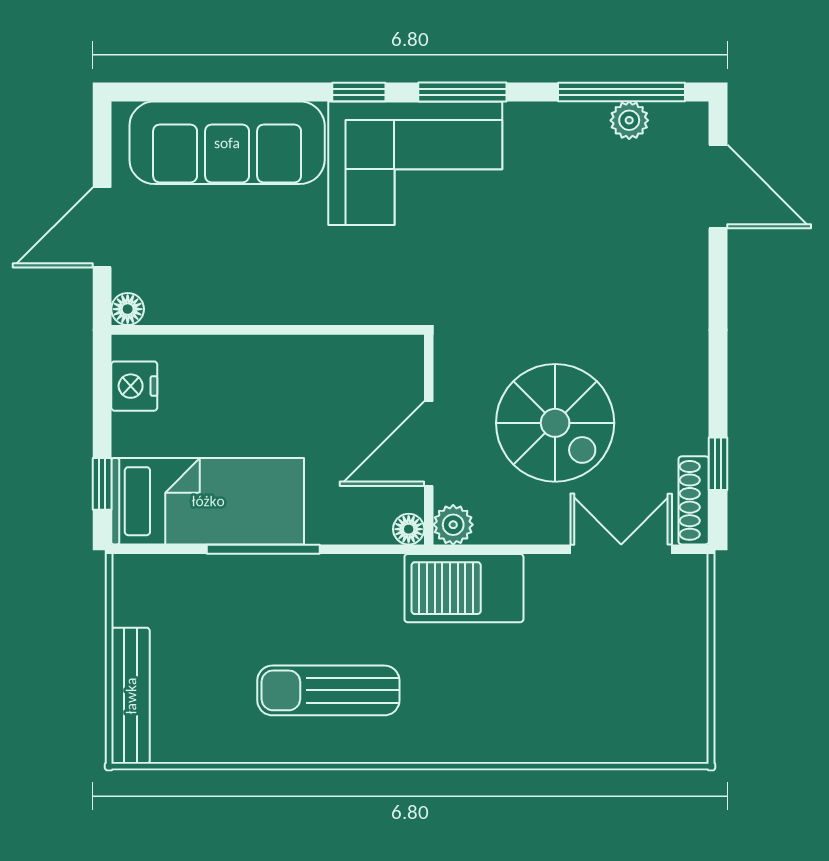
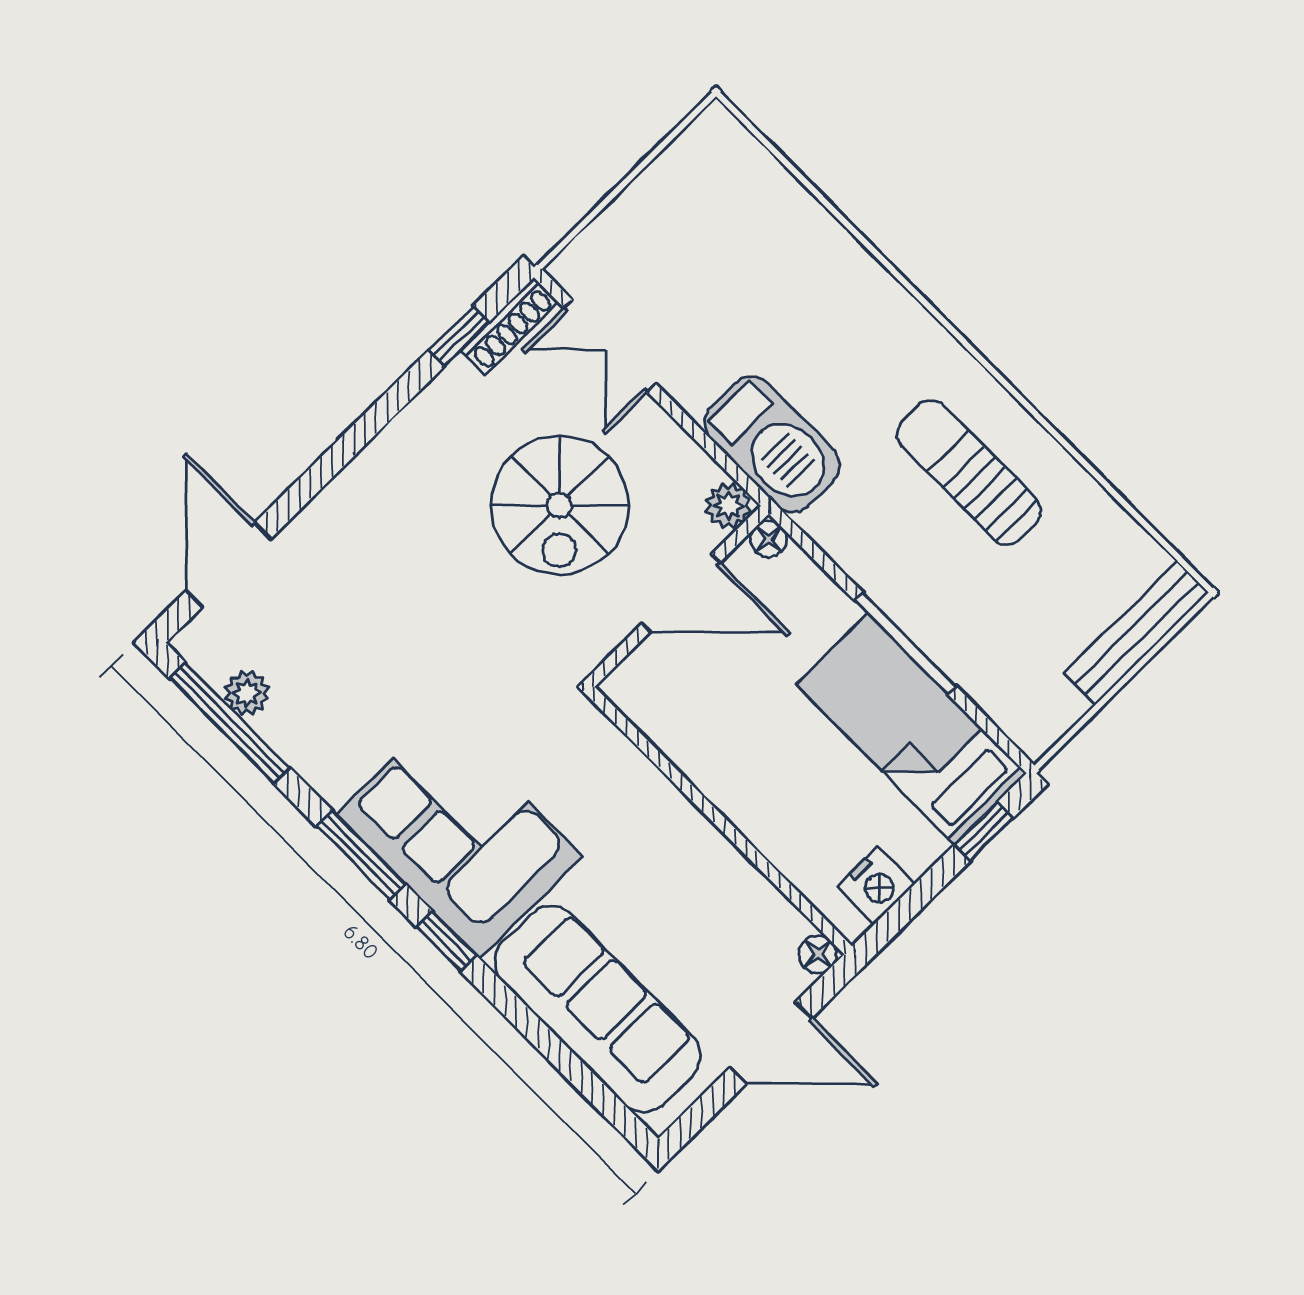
spiral stairs: (555, 423) -> (559, 505), turned 180
sun lounger: (328, 690) -> (969, 473), turned 180

